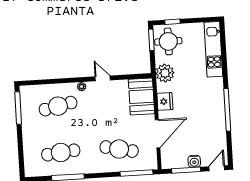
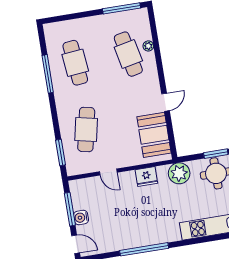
plant: (82, 87) -> (148, 46), moved
booth: (141, 96) -> (154, 135), moved, turned 90
door: (158, 134) -> (108, 172), width x0.53
window: (137, 173) -> (61, 152), width x0.69

